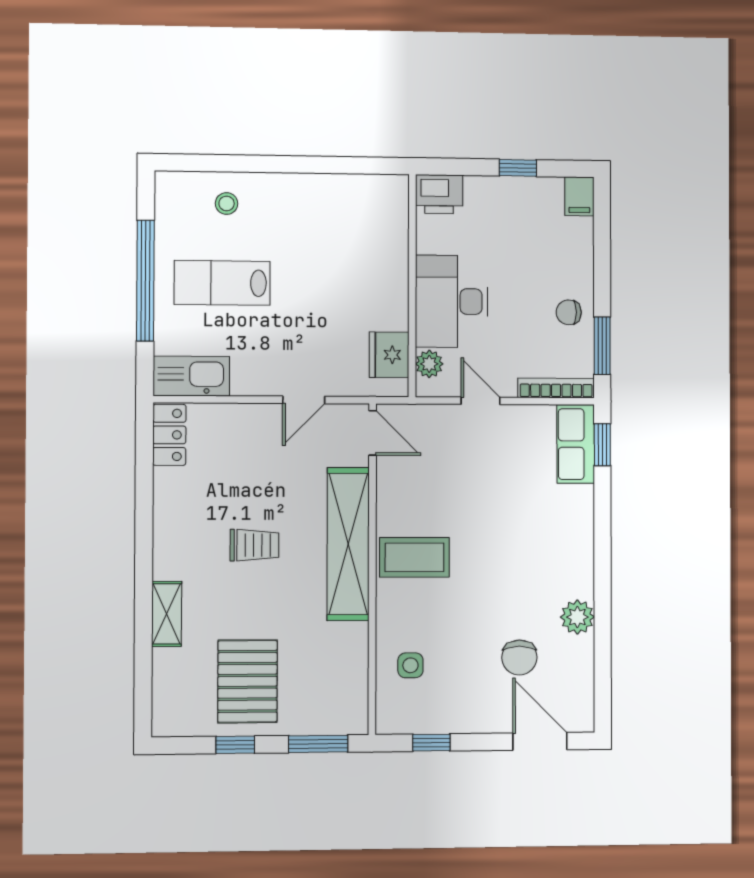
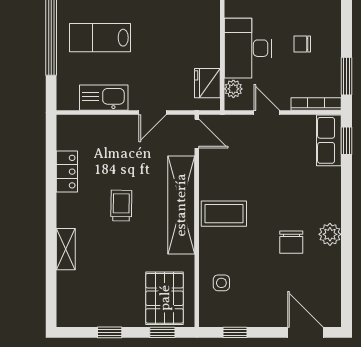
chair: (569, 312) -> (302, 44), moved
kitchen sink: (191, 376) -> (104, 98), moved
locker: (169, 435) -> (67, 172), moved
trolley: (254, 545) -> (121, 206), turned -89
plant: (577, 617) -> (330, 234), moved
chair: (519, 657) -> (291, 242), moved
pallet: (247, 681) -> (165, 298), moved
window: (318, 744) -> (162, 332), width x0.67

